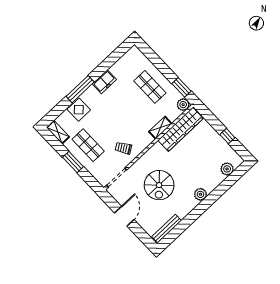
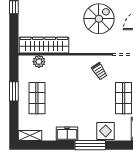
window: (181, 87) -> (14, 91), moved
plant: (183, 105) -> (39, 62), moved
shelving: (160, 128) -> (30, 136), moved

